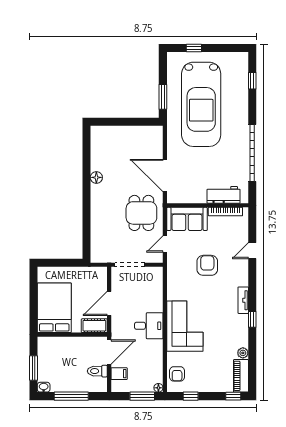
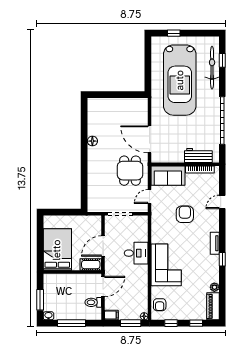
bicycle: (240, 89) -> (212, 68), added
window: (163, 97) -> (148, 74), removed
desk: (149, 326) -> (136, 253), moved
filing cabinet: (119, 374) -> (111, 315), moved
window: (233, 396) -> (196, 323), moved

